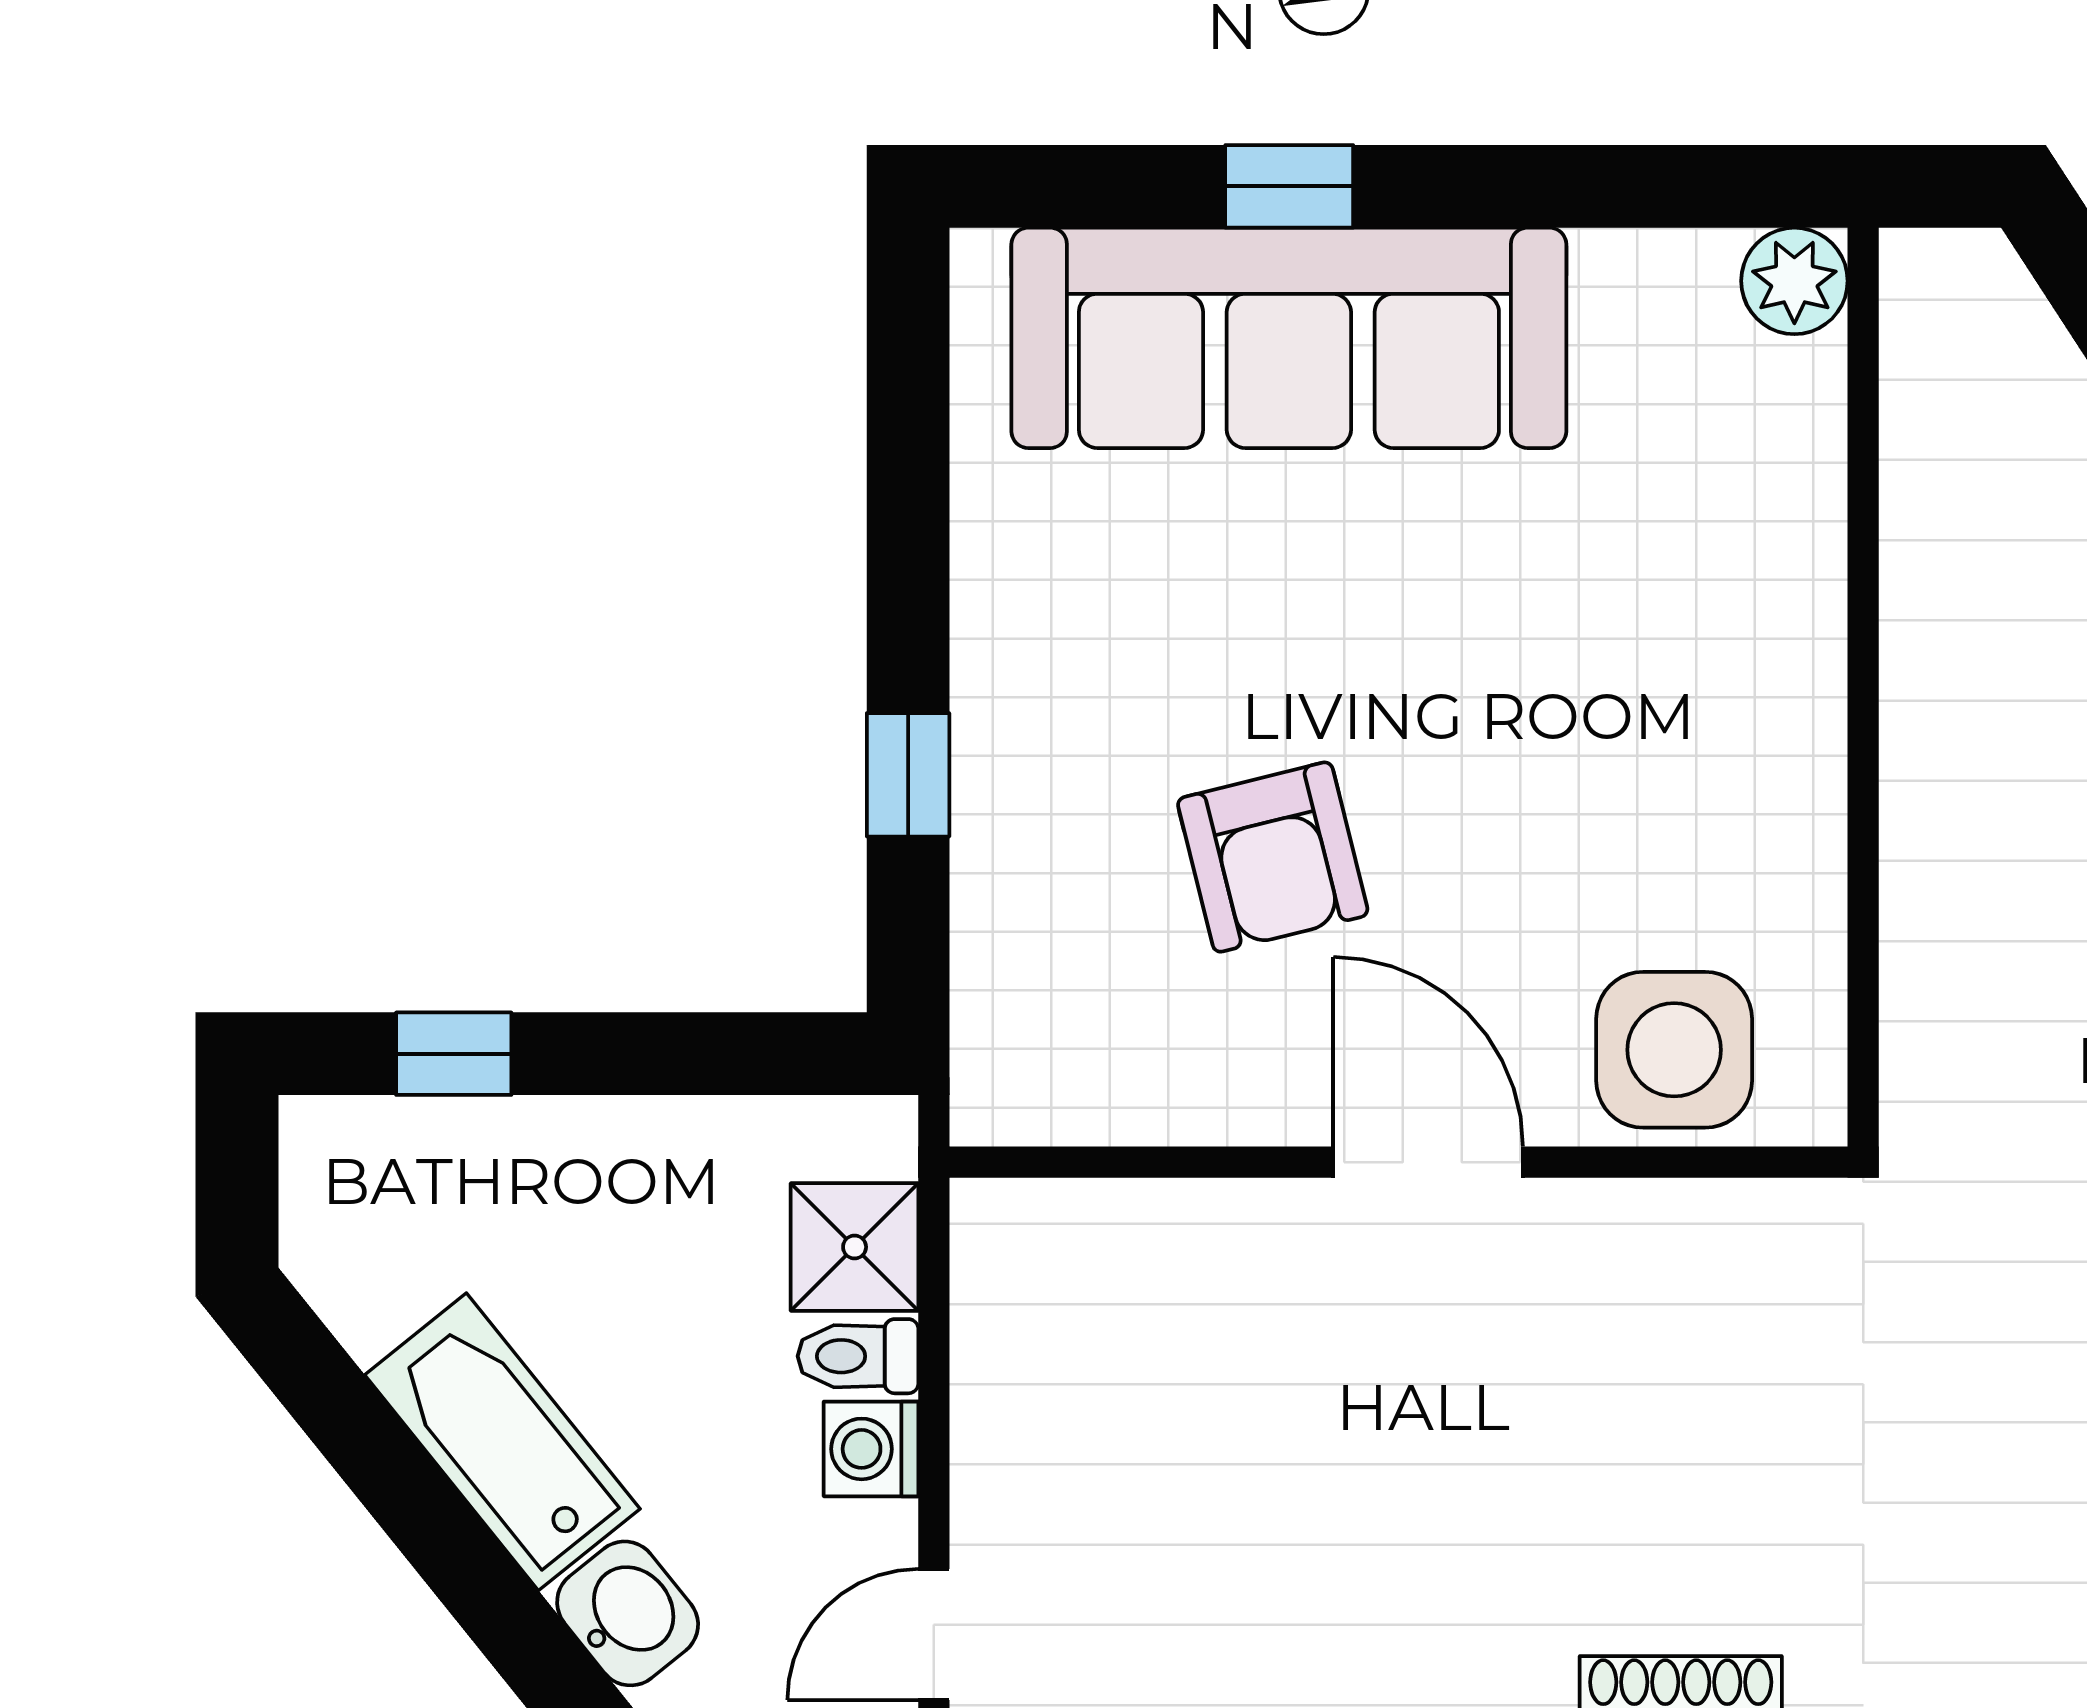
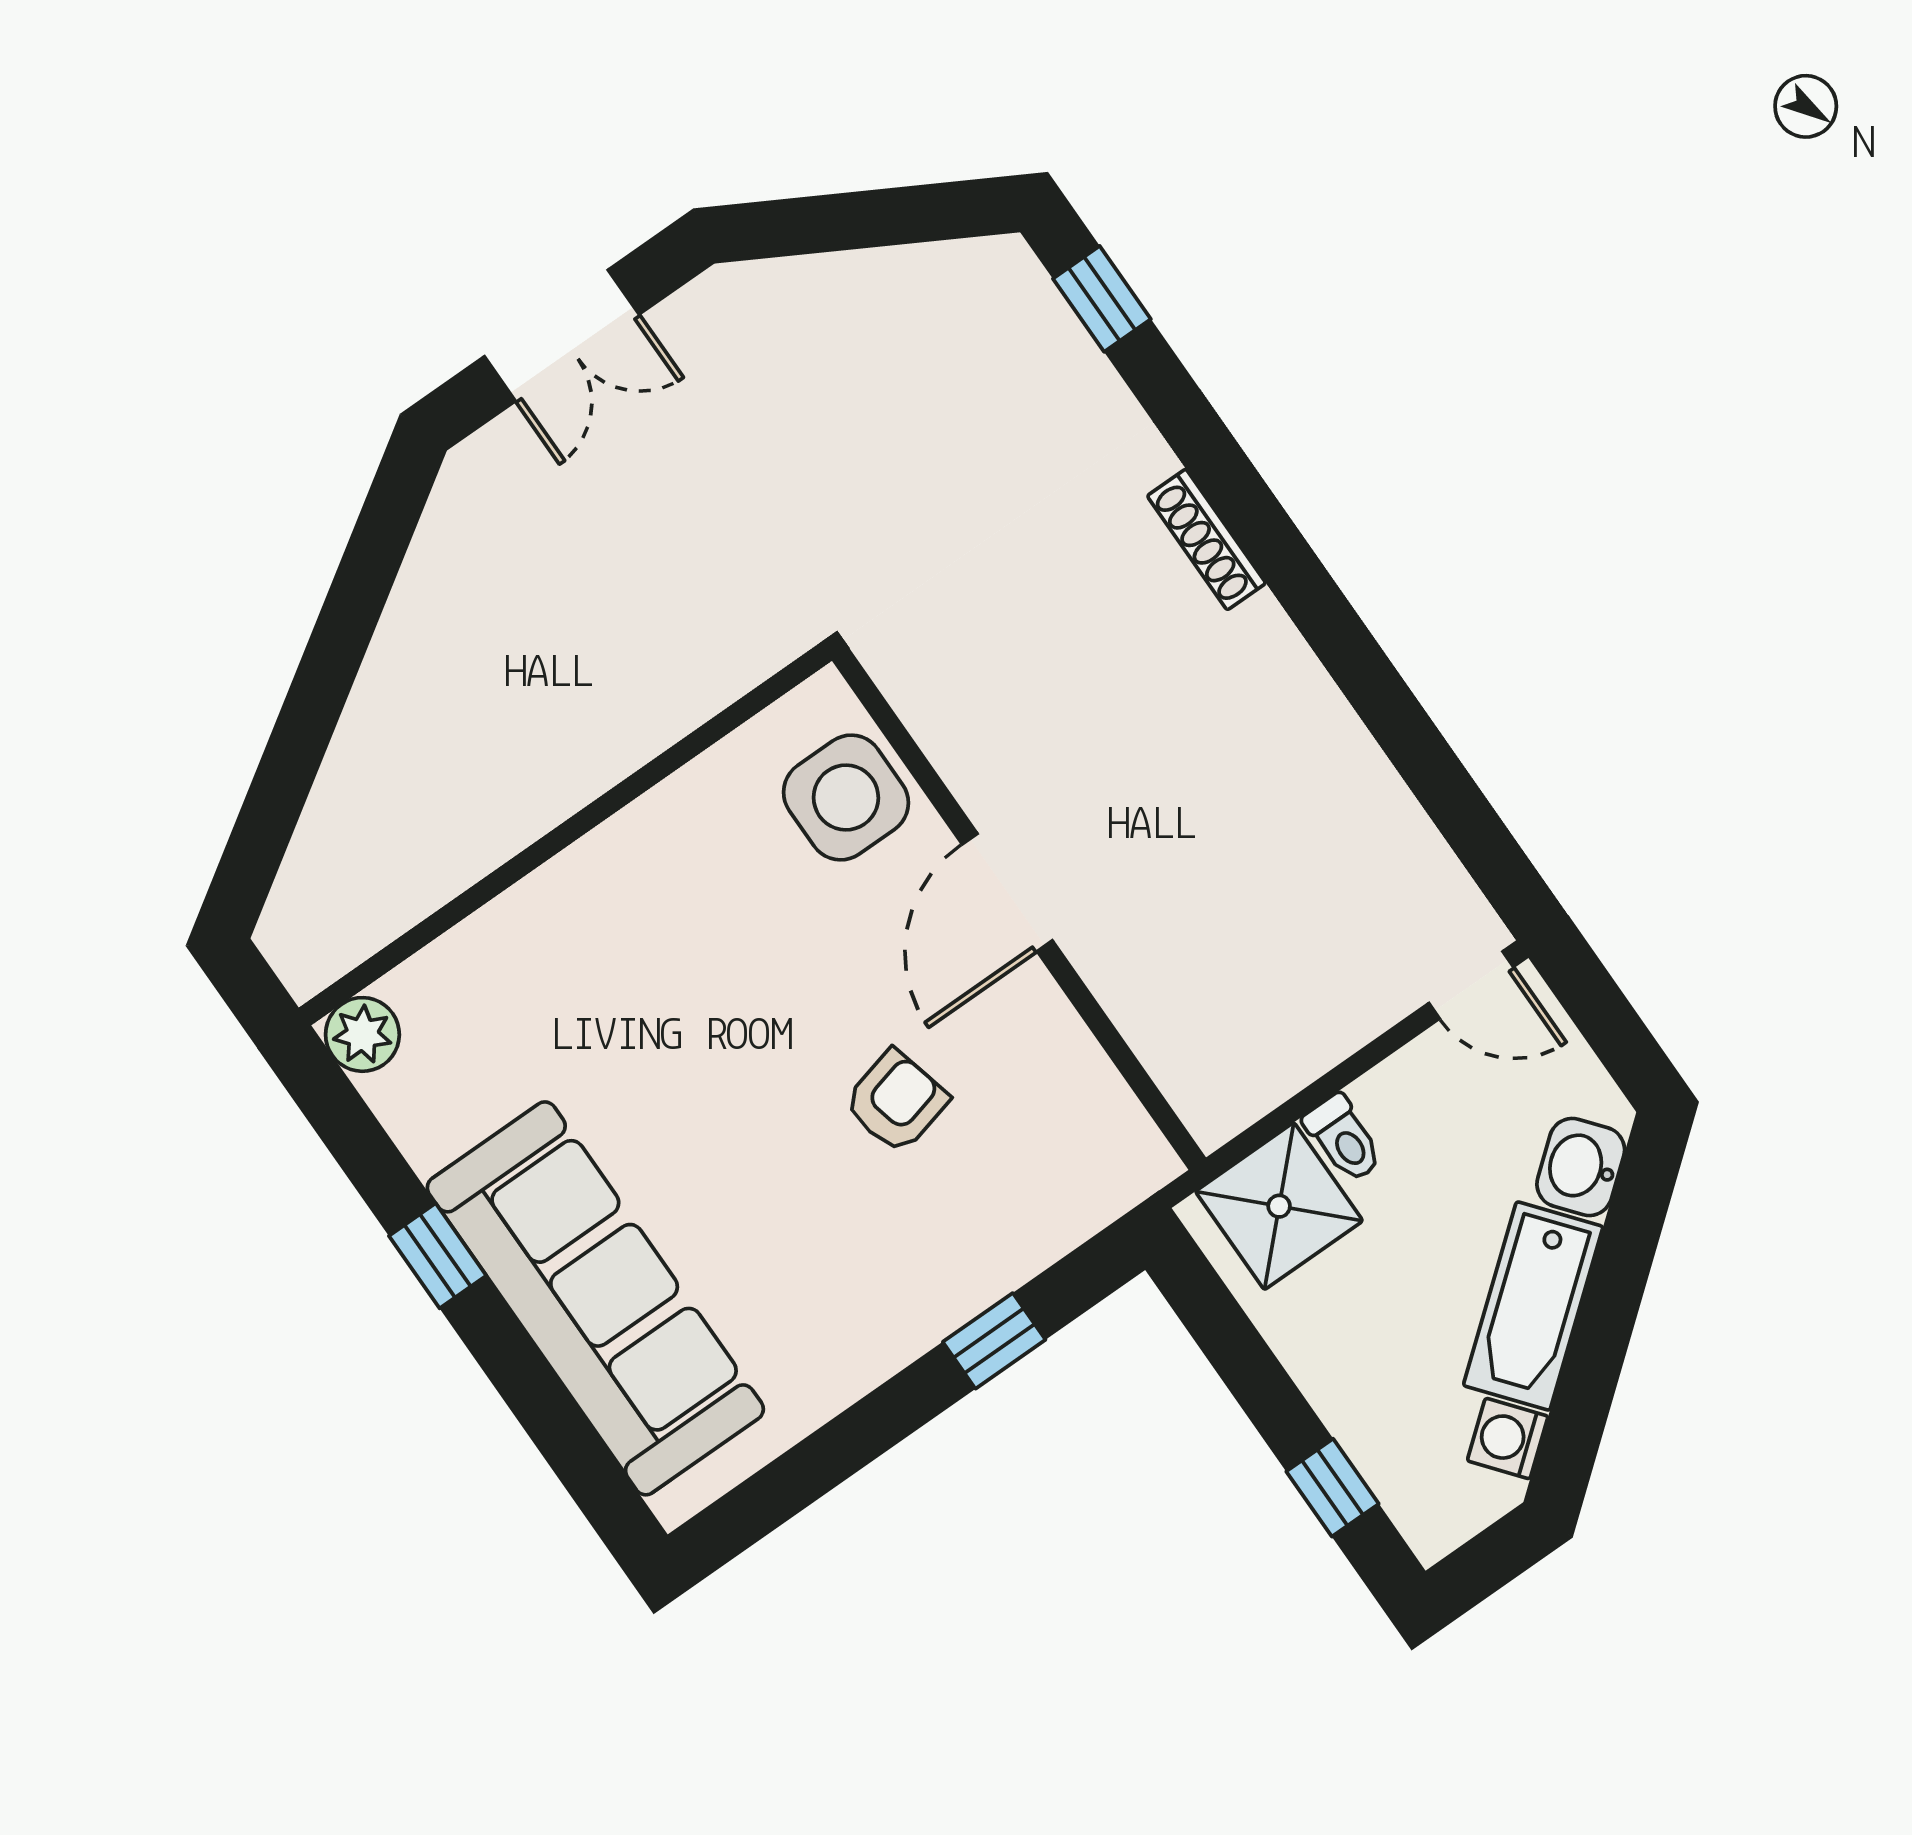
window: (1289, 186) -> (438, 1256), moved
armchair: (1273, 857) -> (896, 1102), width x0.72, depth x0.72
shower: (855, 1247) -> (1279, 1206), width x1.36, depth x1.36
washing machine: (871, 1449) -> (1508, 1438), moved, turned 141

